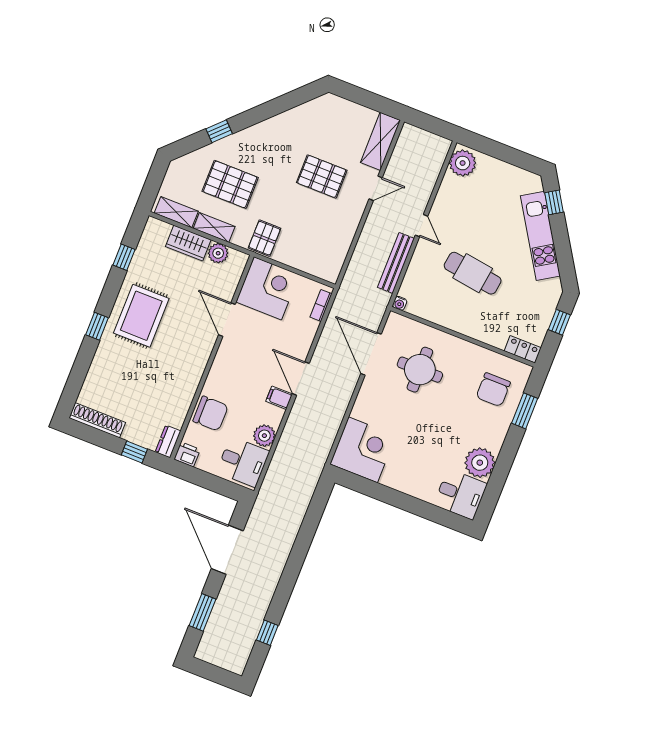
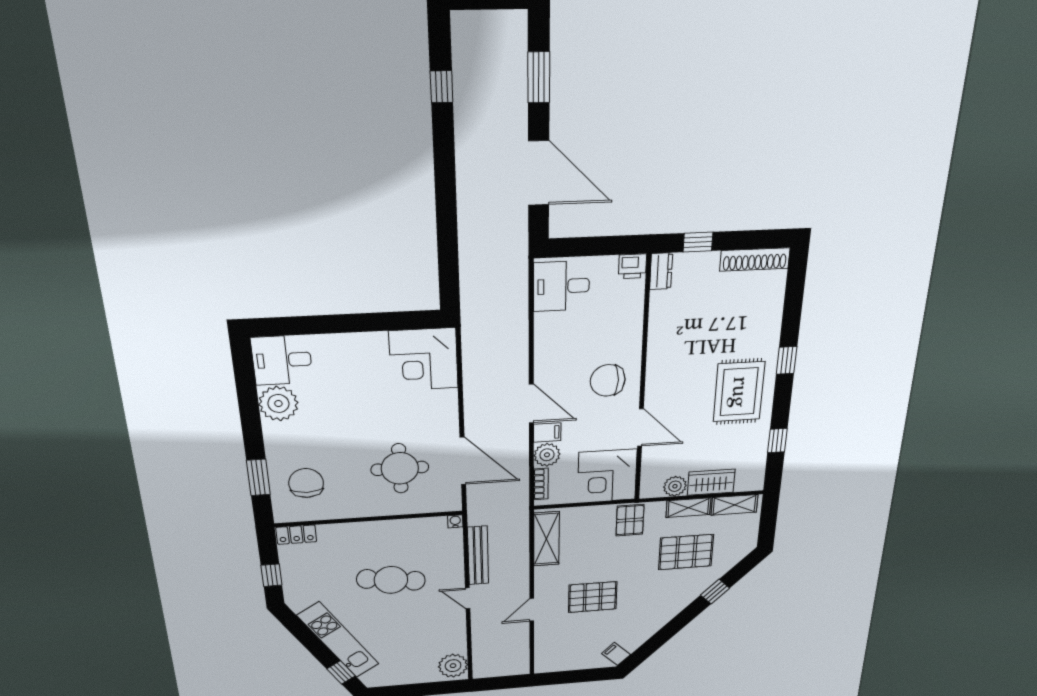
filing cabinet: (324, 106) -> (616, 654), added
shelving: (380, 141) -> (546, 539), moved
filing cabinet: (279, 398) -> (547, 432), moved
chair: (211, 414) -> (608, 380), moved
plant: (264, 436) -> (547, 455), moved

